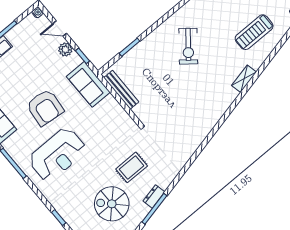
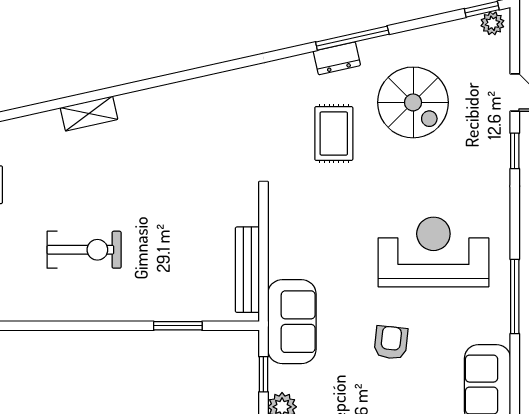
exercise bike: (188, 46) -> (84, 250), turned 51
shelving: (244, 79) -> (89, 114), moved
armchair: (45, 107) -> (391, 343), width x0.53, depth x0.53
rug: (132, 167) -> (334, 134), turned 90

